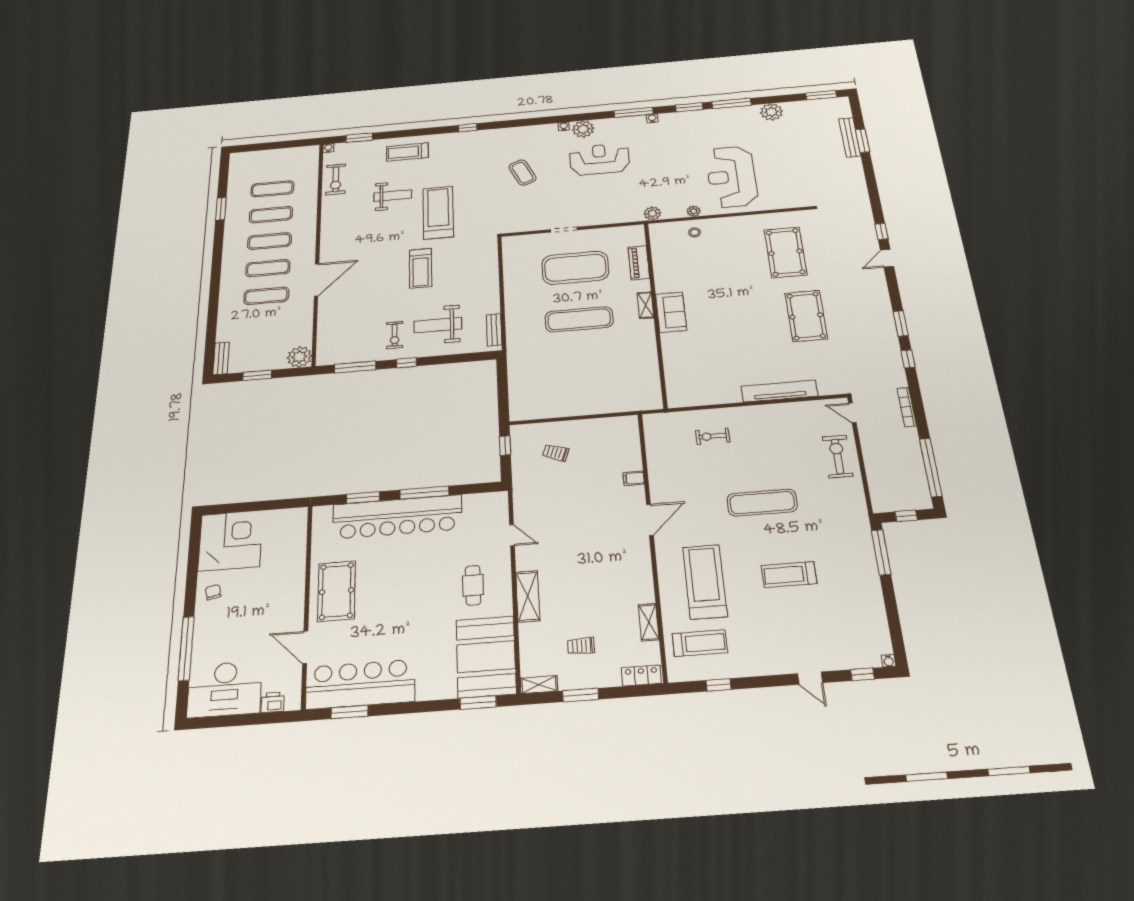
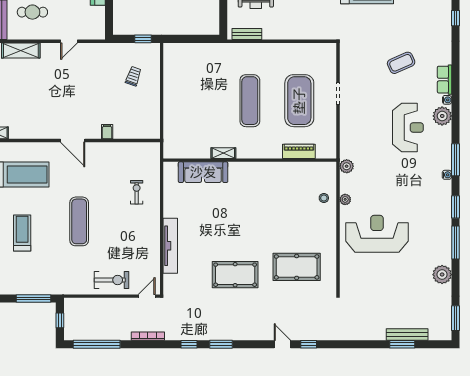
row of seats: (540, 131) -> (444, 80), added
shelving: (645, 305) -> (223, 153), moved
sofa: (671, 312) -> (203, 172), moved, width x1.36

